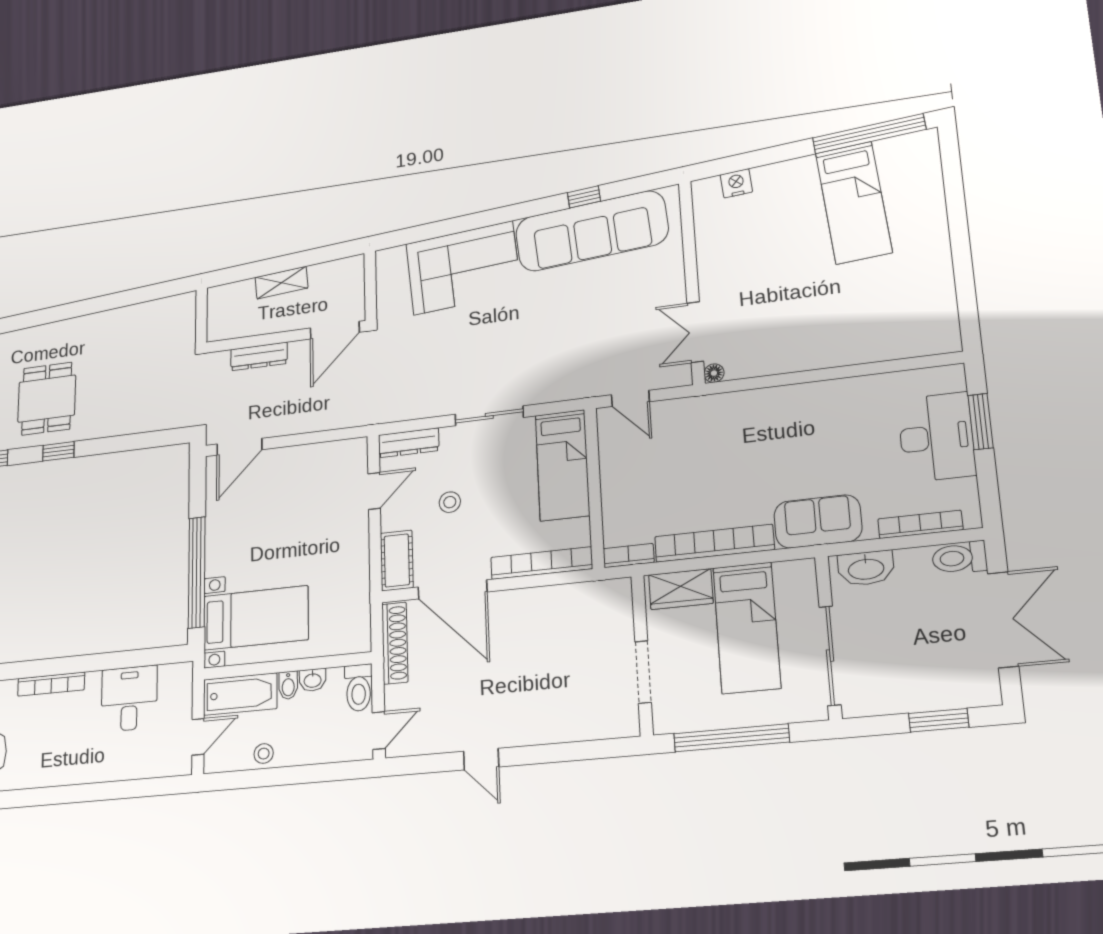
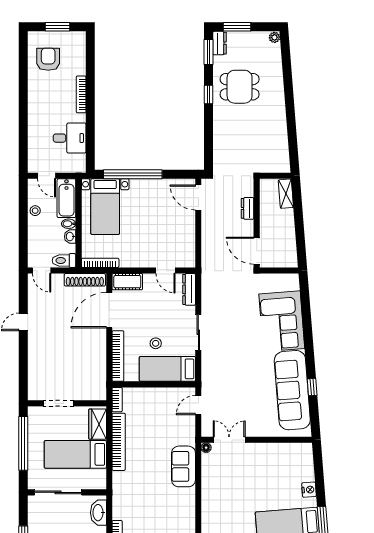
nightstand: (736, 183) -> (309, 490), moved
shelving: (282, 283) -> (286, 194), moved
dresser: (259, 356) -> (248, 208), width x0.70
stool: (450, 502) -> (156, 343), moved
sofa: (818, 521) -> (184, 466), moved, turned 180
bookcase: (362, 617) -> (100, 263), added

